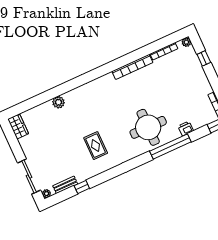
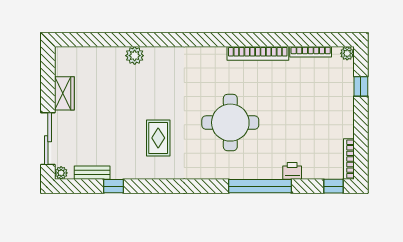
wardrobe: (18, 126) -> (64, 93), moved
round table: (148, 127) -> (230, 123), moved

